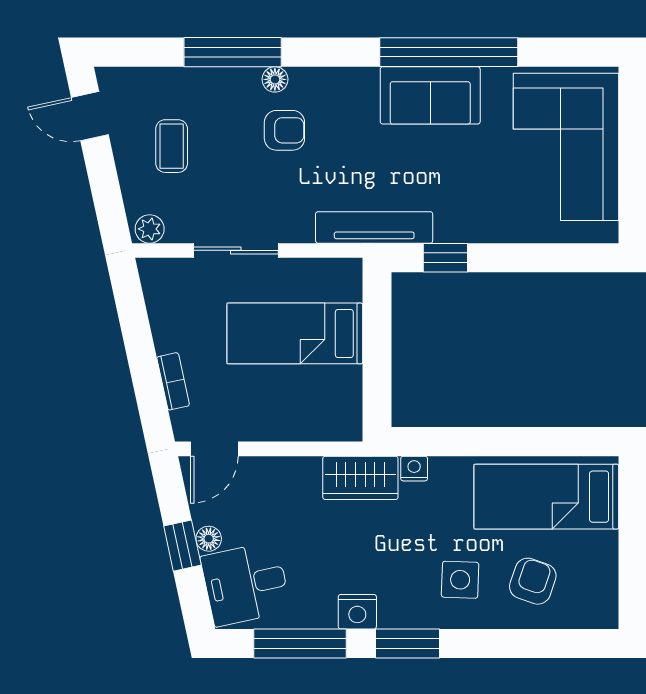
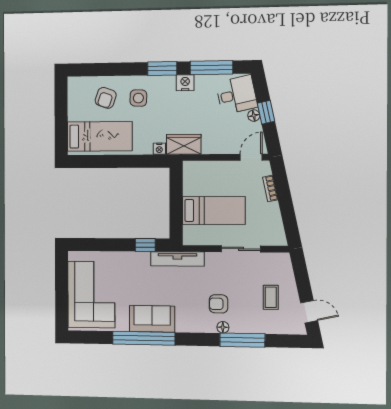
plant: (150, 229) -> (281, 259), removed

